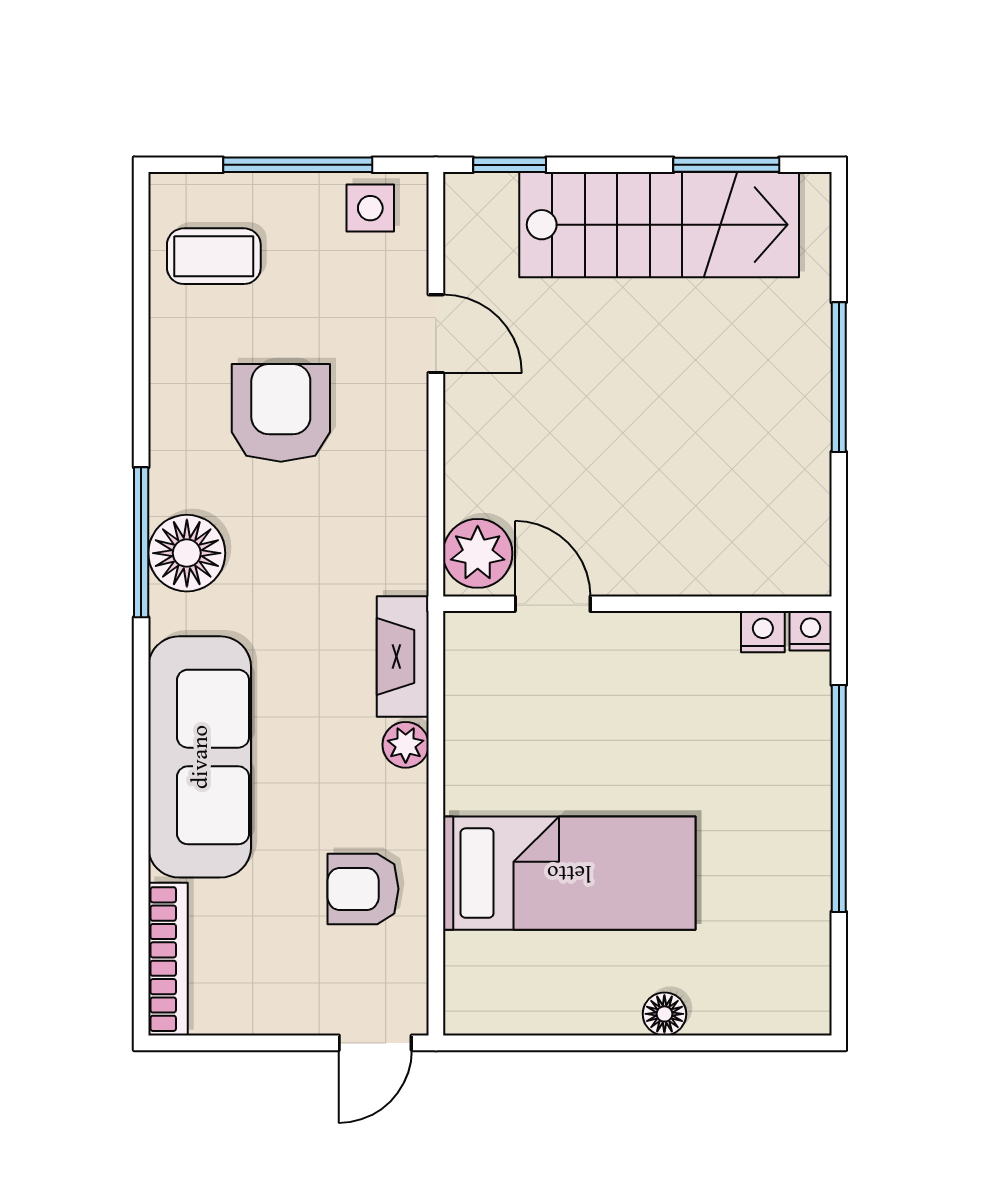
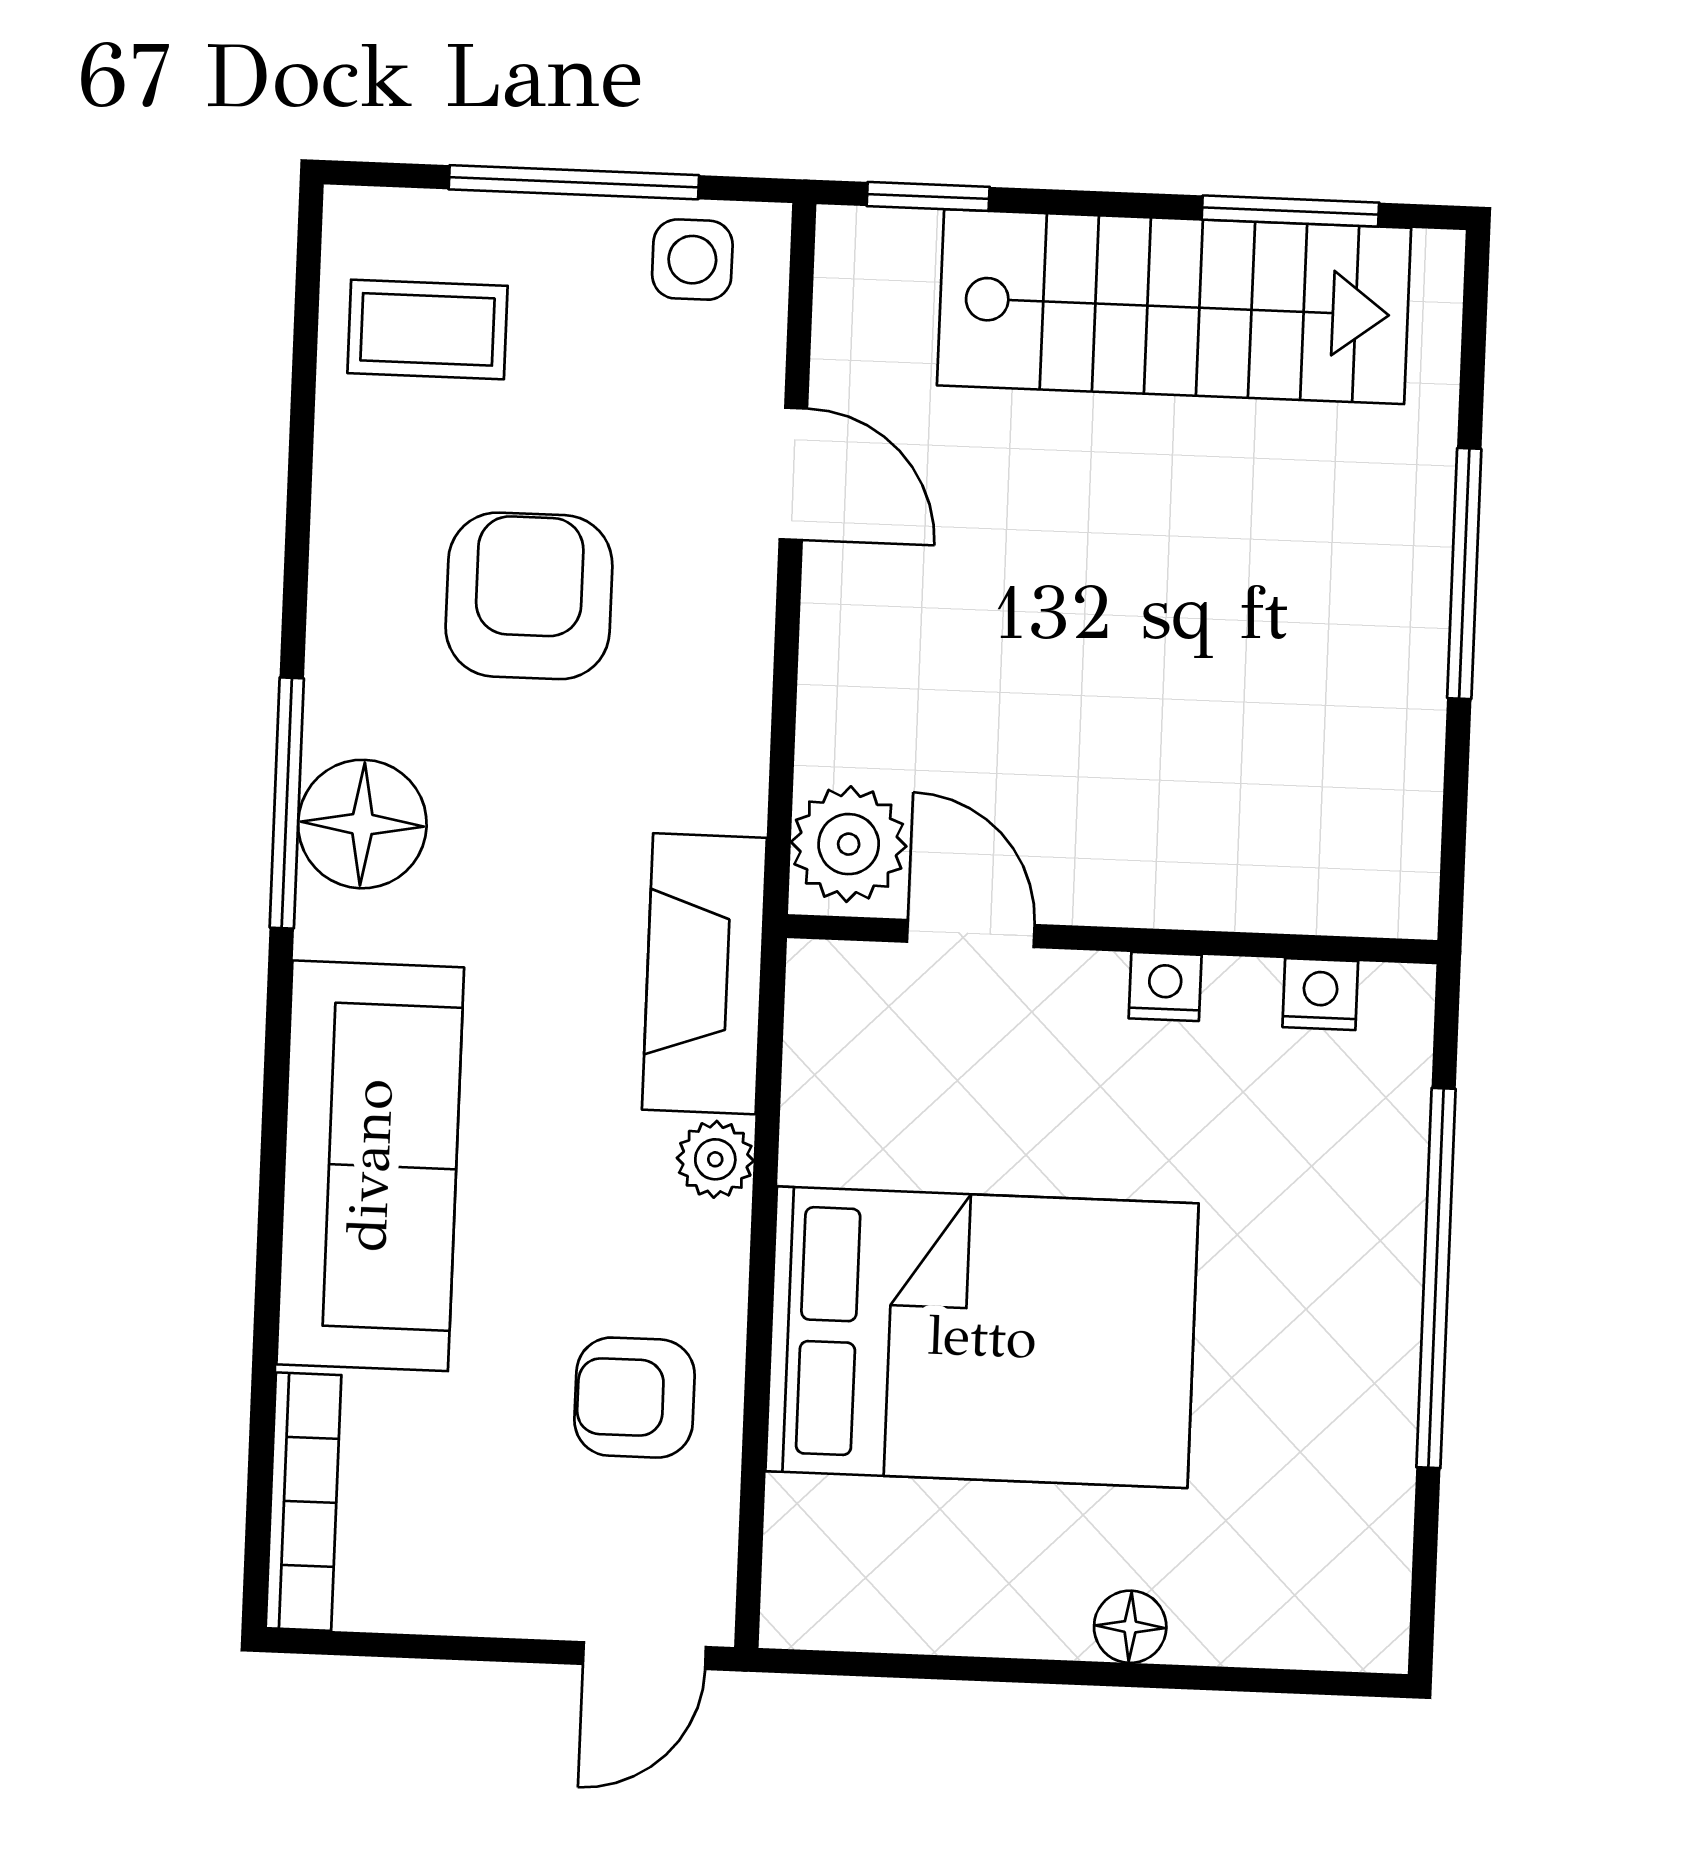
nightstand: (811, 631) -> (1165, 987), moved
fireplace: (403, 657) -> (704, 974), width x1.37, depth x1.32
bed: (569, 873) -> (982, 1337), width x1.50

